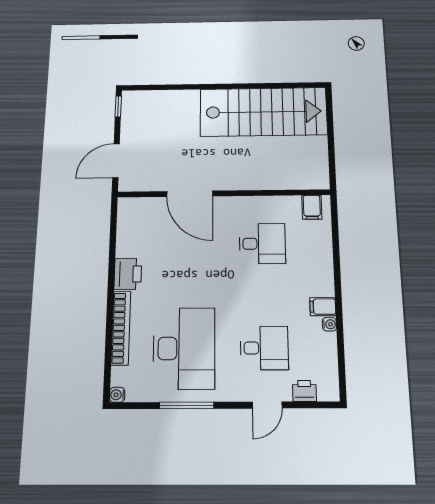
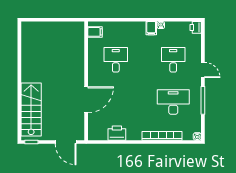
stairs: (263, 112) -> (31, 110), moved, width x0.73, depth x0.66
printer: (128, 274) -> (117, 133), moved
desk: (184, 348) -> (173, 102), width x0.73, depth x0.77
printer: (304, 391) -> (196, 27), moved
door: (267, 405) -> (203, 70), moved

